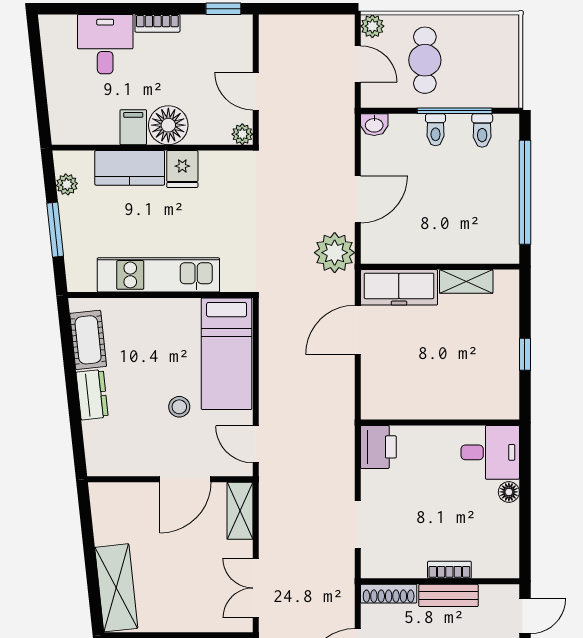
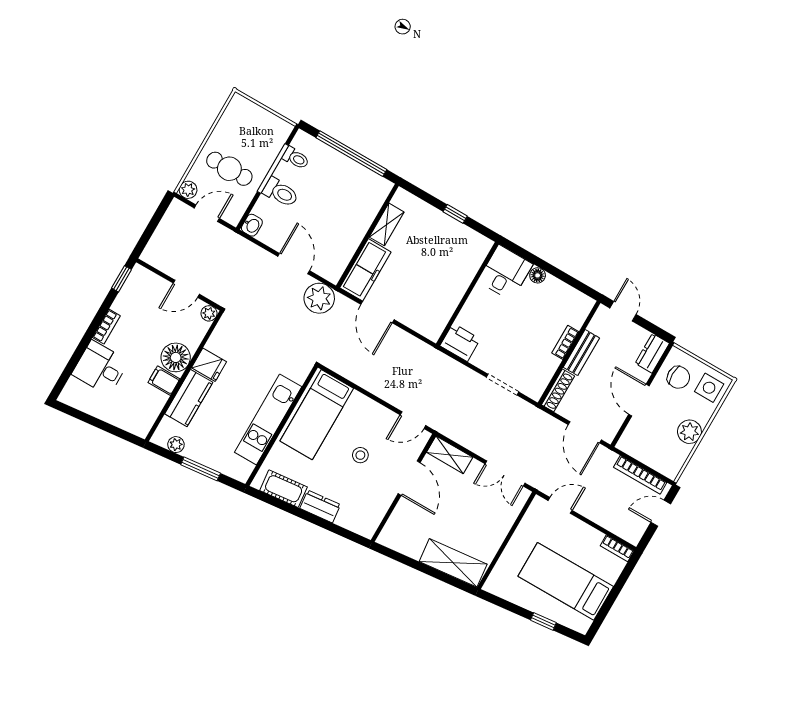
toilet: (436, 130) -> (281, 192), width x1.37, depth x1.39
bed: (227, 354) -> (317, 415), moved, turned 90

